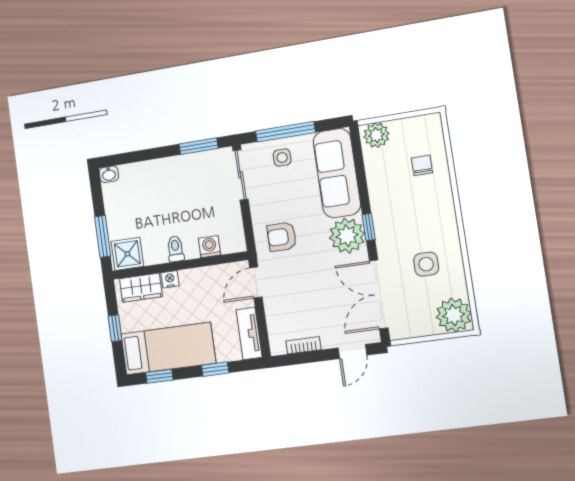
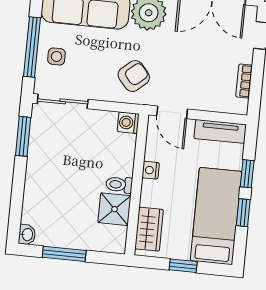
window: (103, 236) -> (64, 254), moved
armchair: (282, 237) -> (134, 76), turned -131
washing machine: (209, 247) -> (128, 123), moved
shower: (127, 254) -> (114, 209), moved
nightstand: (170, 279) -> (151, 170), moved
window: (159, 376) -> (243, 213), moved

